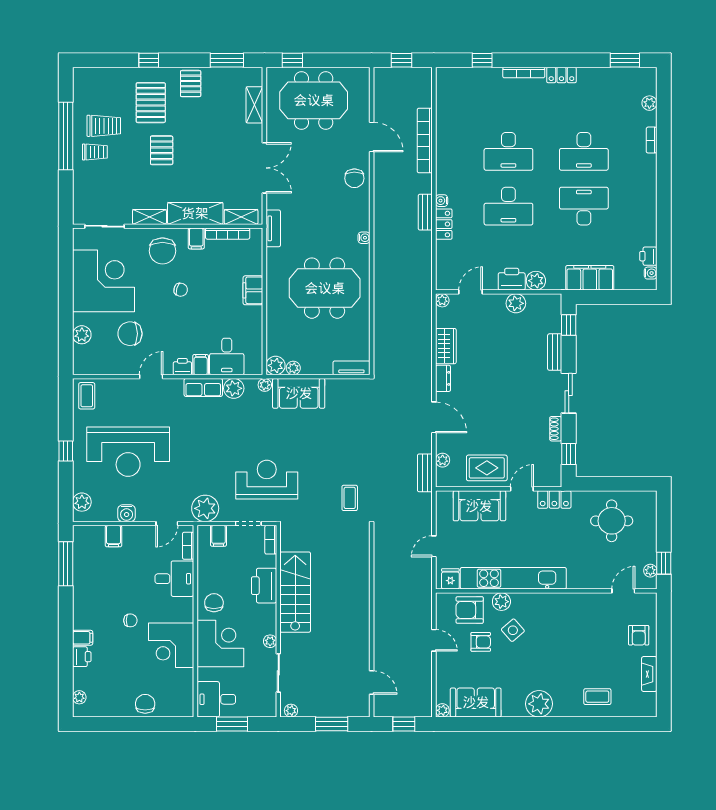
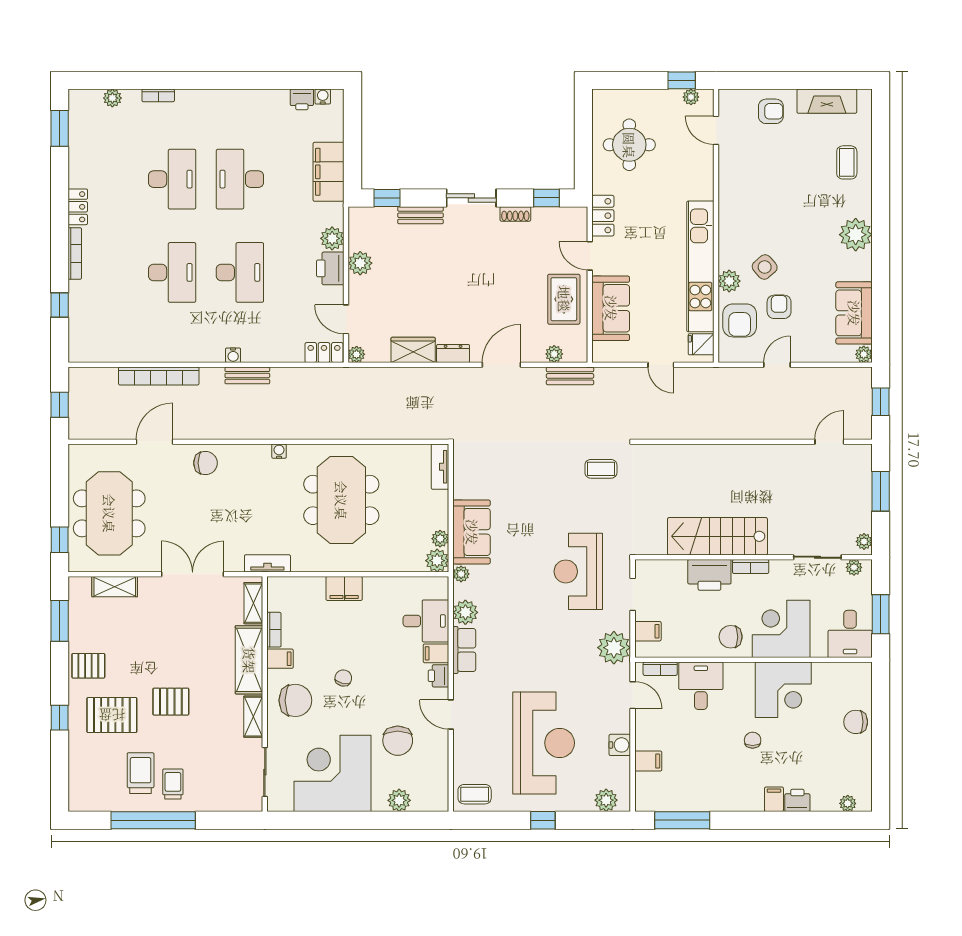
locker: (444, 224) -> (324, 353), moved
bookcase: (228, 234) -> (274, 630), width x0.64
bookcase: (271, 540) -> (751, 567), moved
plant: (270, 641) -> (854, 567), moved
fireplace: (649, 674) -> (827, 101), width x1.37, depth x1.32

